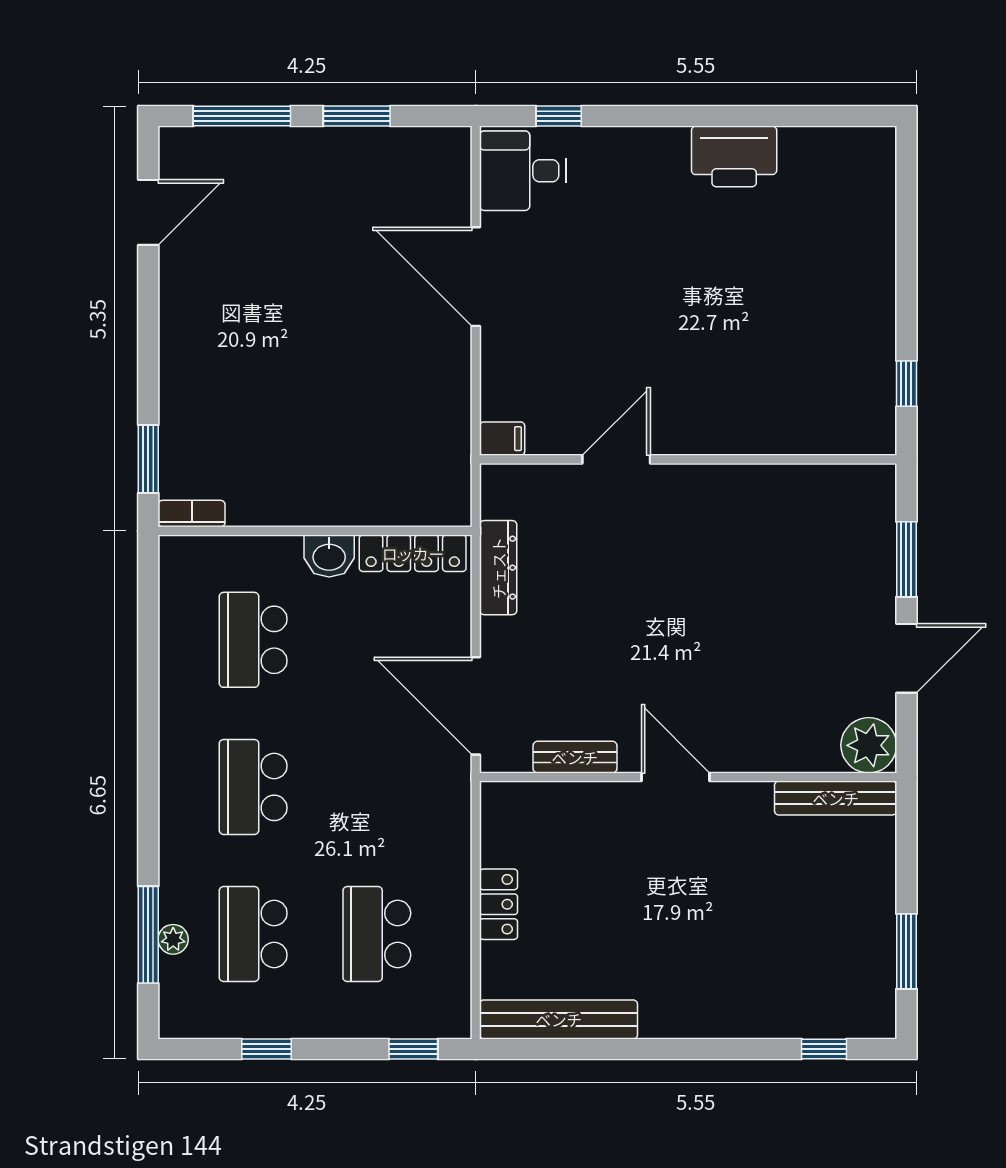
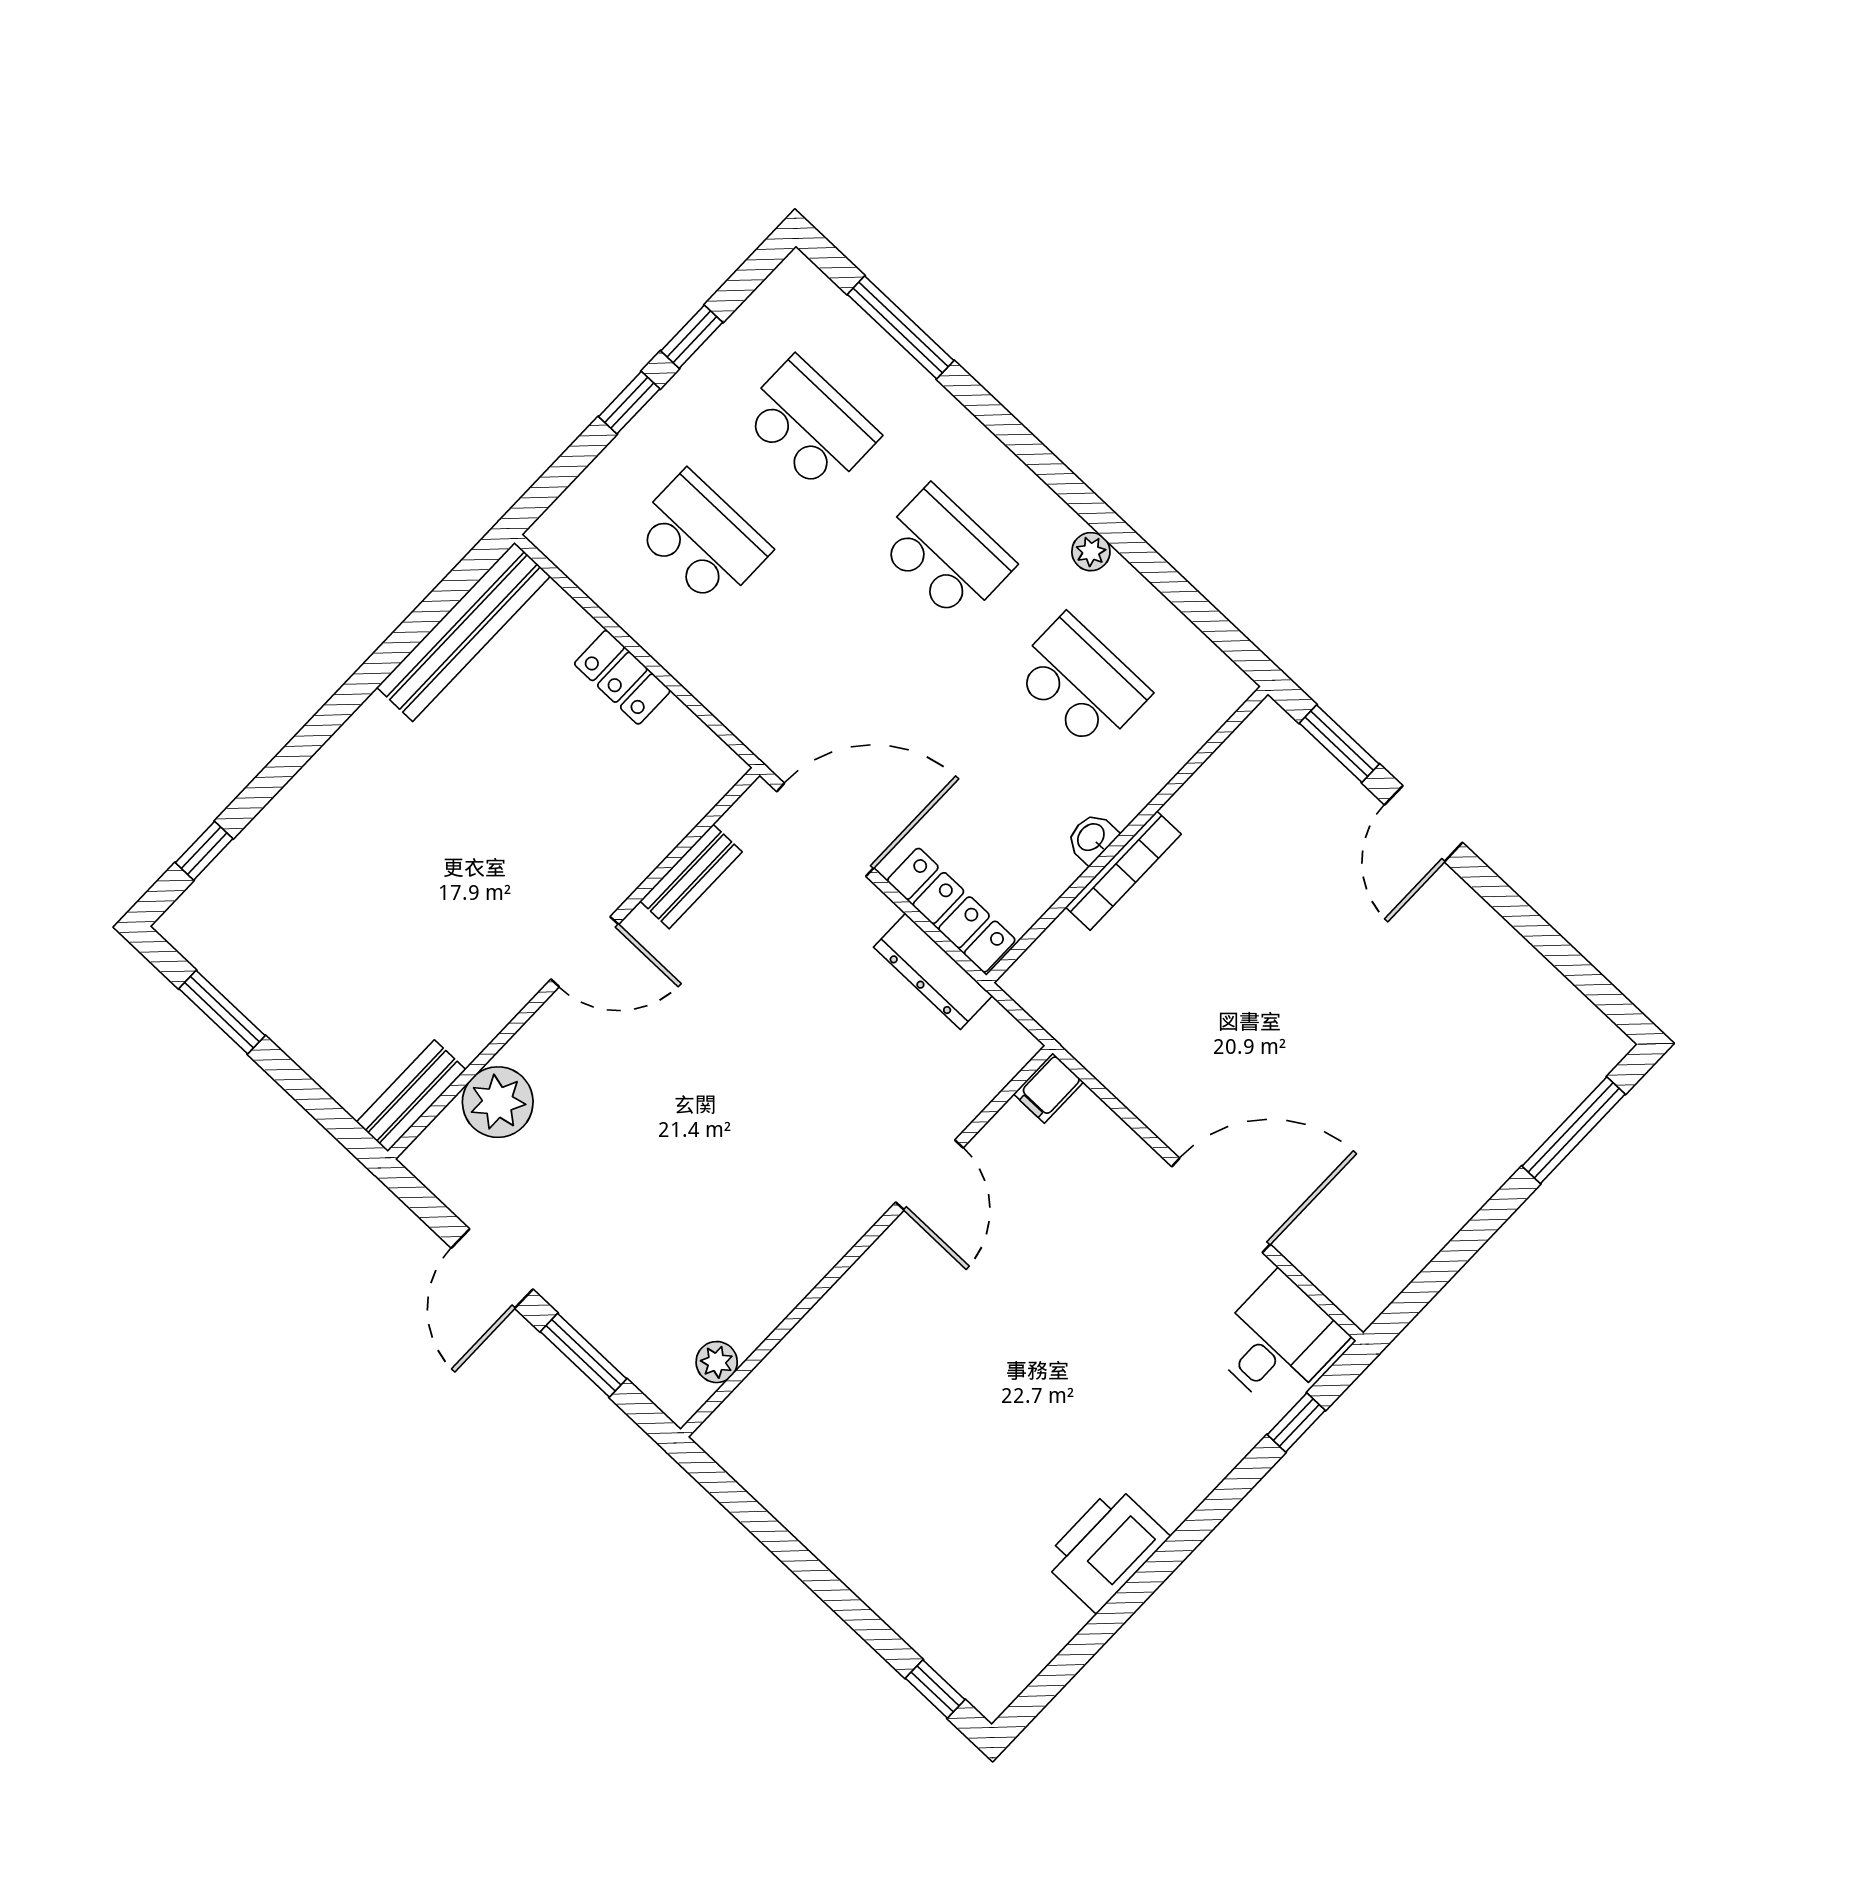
window: (357, 116) -> (1473, 1236), removed
door: (148, 212) -> (1424, 824), moved
window: (906, 384) -> (935, 1689), moved
plant: (838, 480) -> (717, 1362), added
bookcase: (192, 514) -> (1123, 871), moved, width x1.56
locker: (413, 553) -> (951, 910), moved, turned 90
washbasin: (329, 556) -> (1092, 838), width x0.72, depth x0.69
plant: (869, 745) -> (498, 1102), moved
bench: (836, 798) -> (411, 1096), width x0.73
plant: (173, 939) -> (1091, 552), moved
window: (413, 1049) -> (629, 403), moved

